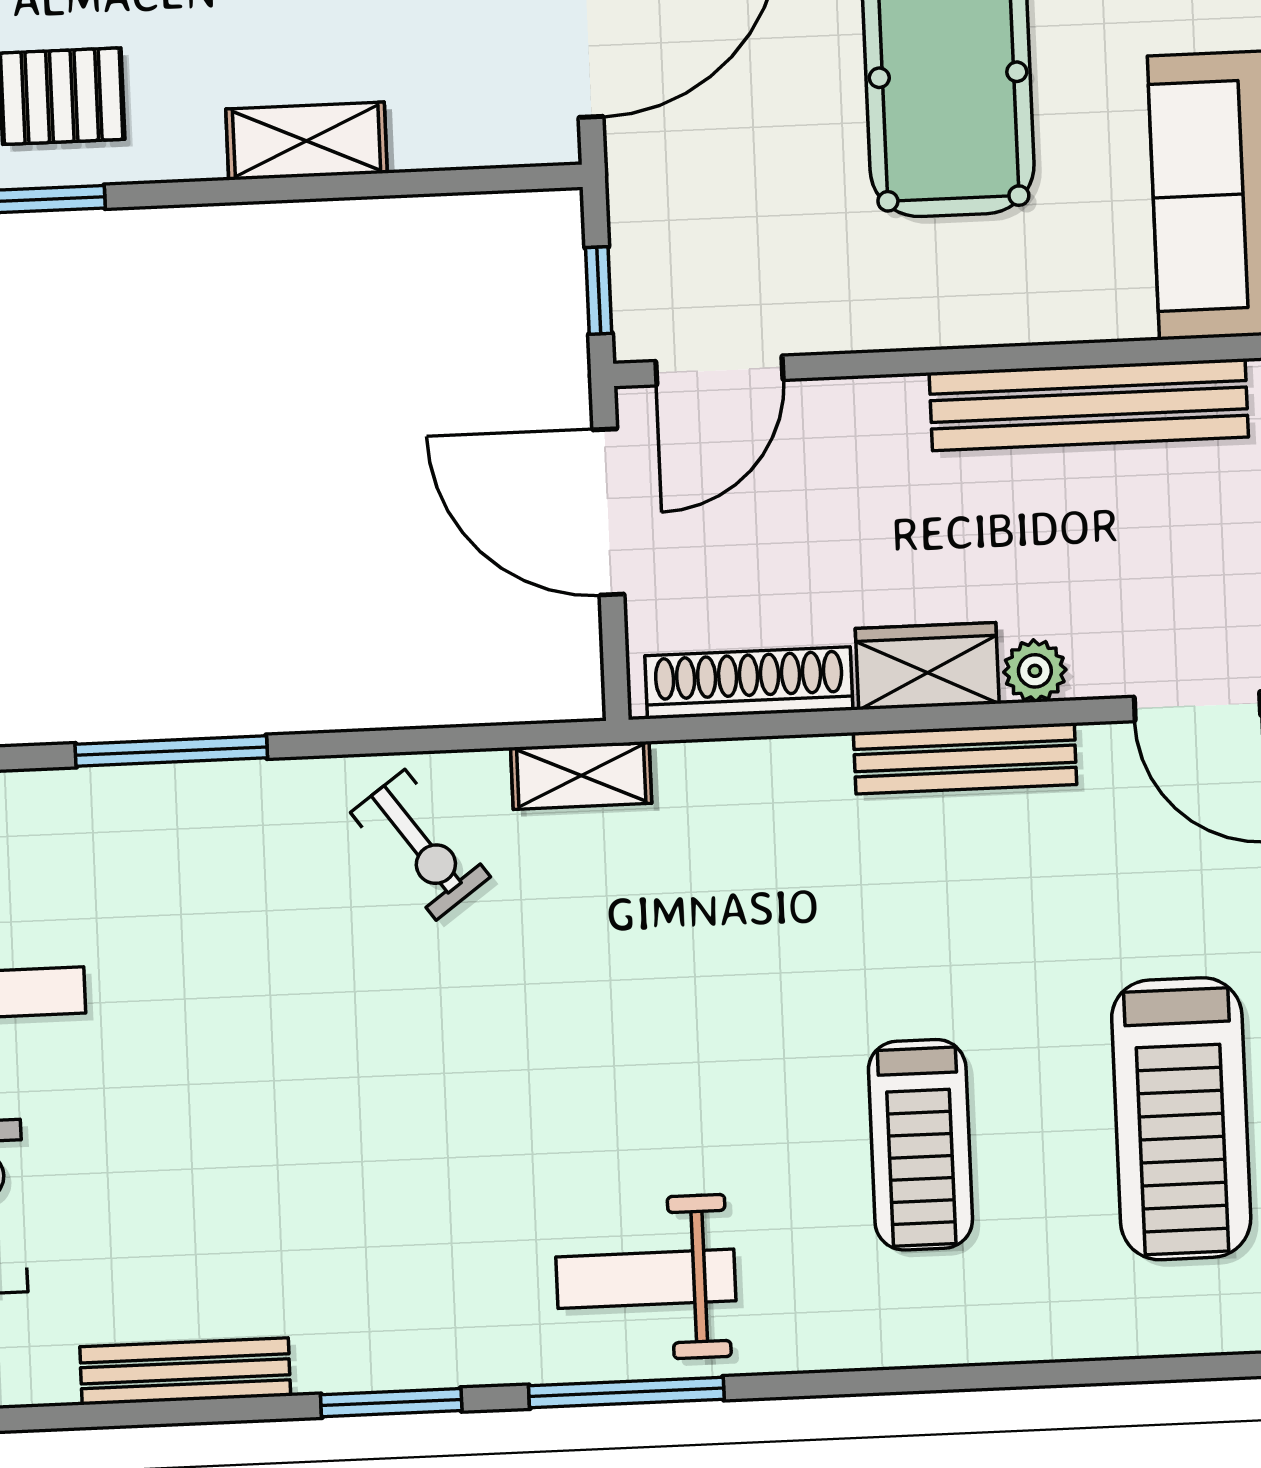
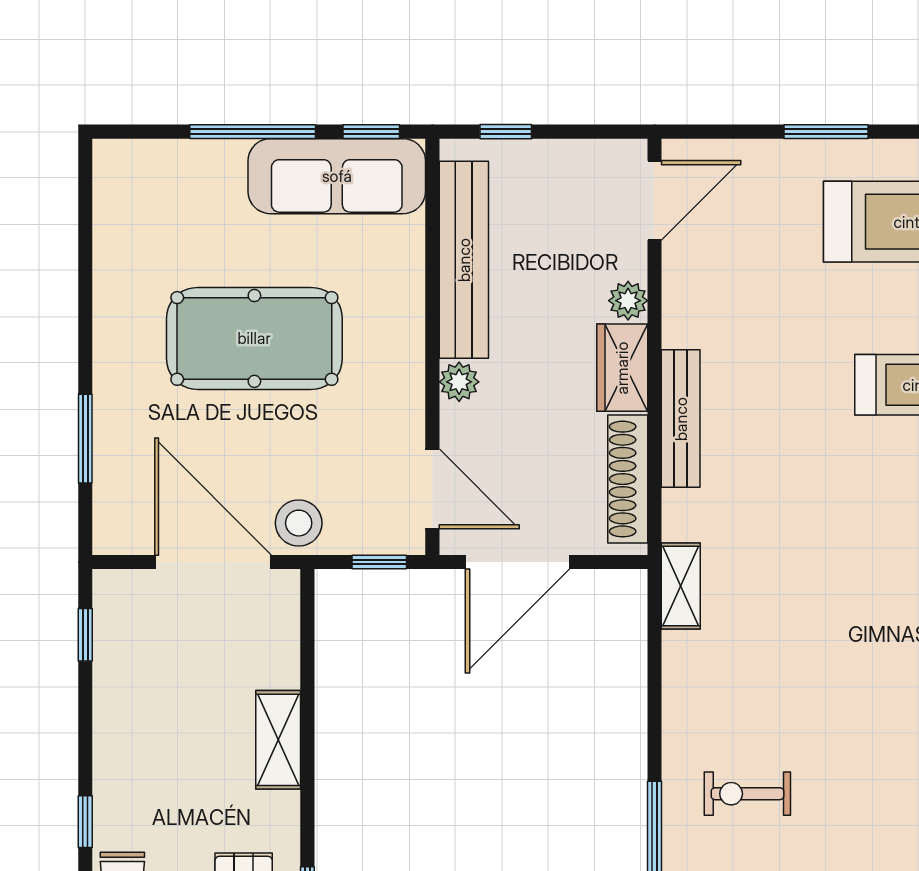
stool: (655, 159) -> (299, 523), added
plant: (893, 406) -> (459, 382), added
bench: (965, 758) -> (681, 419), moved
exercise bike: (420, 845) -> (747, 794), moved, turned -144

